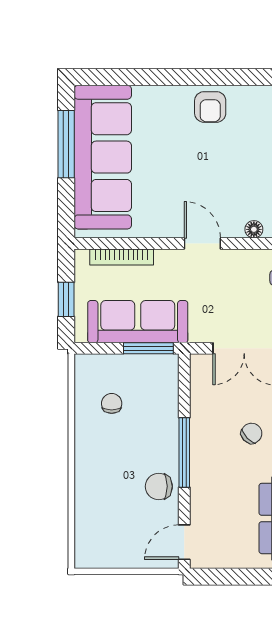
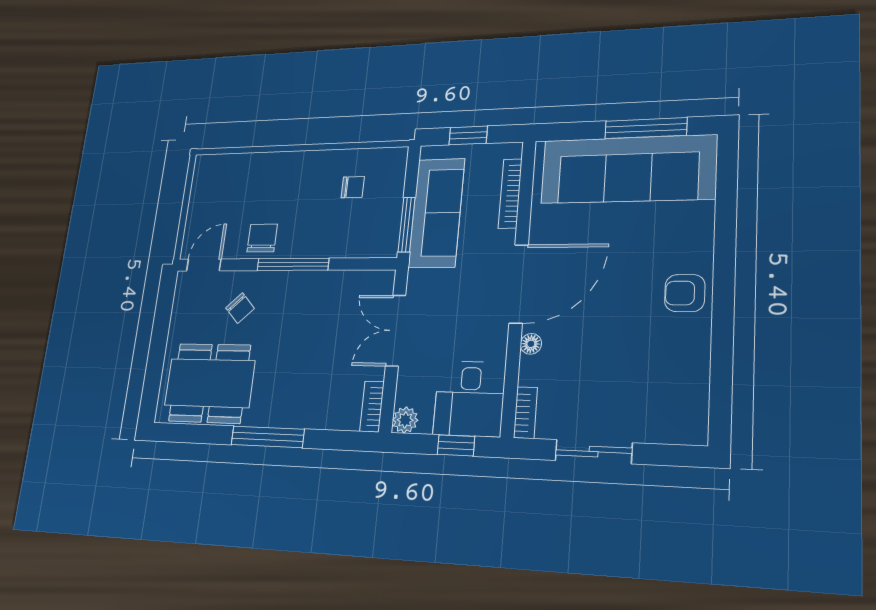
door: (202, 244) -> (519, 284), width x1.88
chair: (252, 433) -> (240, 308), moved
door: (184, 542) -> (204, 265), hinge flipped

